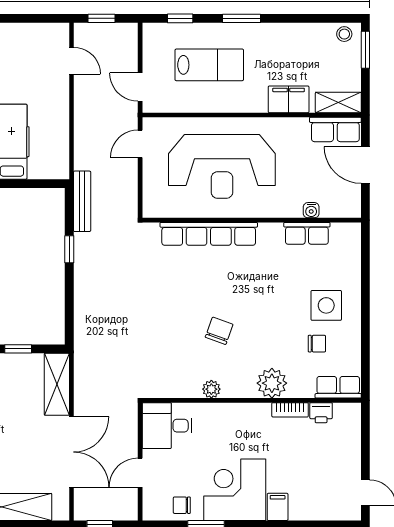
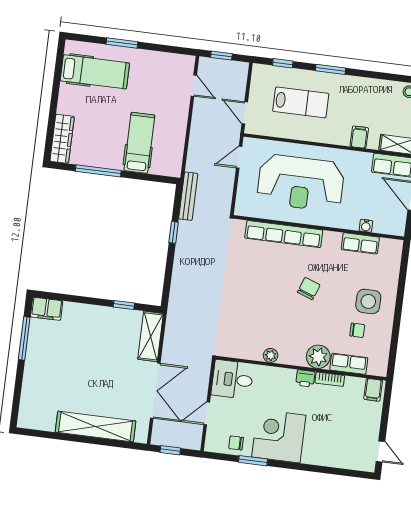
filing cabinet: (289, 99) -> (359, 137), width x0.50
chair: (219, 331) -> (309, 289), moved
row of seats: (338, 387) -> (349, 364), moved
printer: (321, 413) -> (305, 378), moved
filing cabinet: (278, 507) -> (373, 390), moved, turned 180

